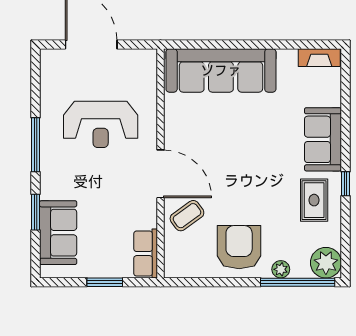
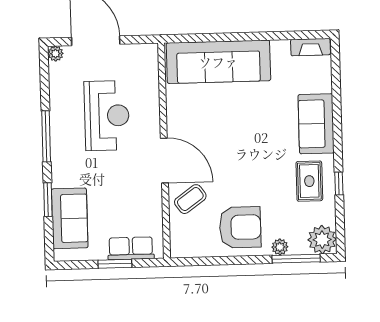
plant: (48, 57) -> (55, 54), added
reception desk: (101, 124) -> (107, 116), turned -90
window: (345, 184) -> (339, 183), moved
armchair: (239, 247) -> (240, 227), turned 90
row of seats: (146, 254) -> (131, 248), moved, turned 90
window: (298, 282) -> (296, 259), width x0.68

